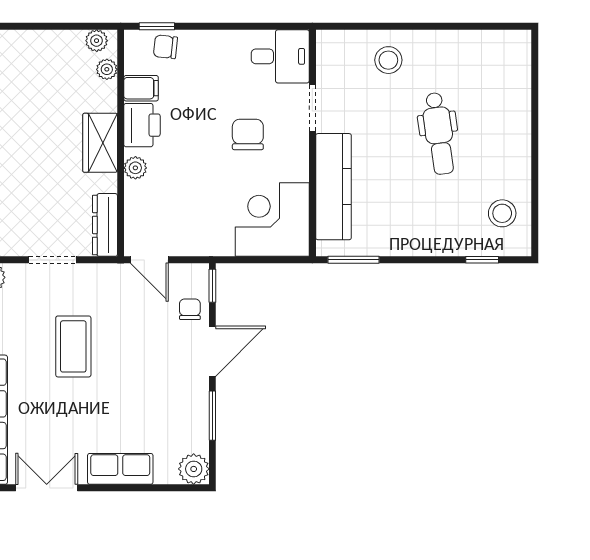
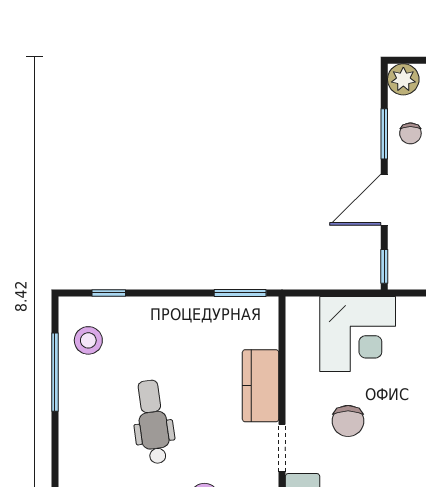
window: (535, 182) -> (55, 372), added
kitchen counter: (333, 187) -> (261, 386), width x0.67
corner desk: (272, 220) -> (358, 334), moved
chair: (190, 309) -> (410, 133), moved

